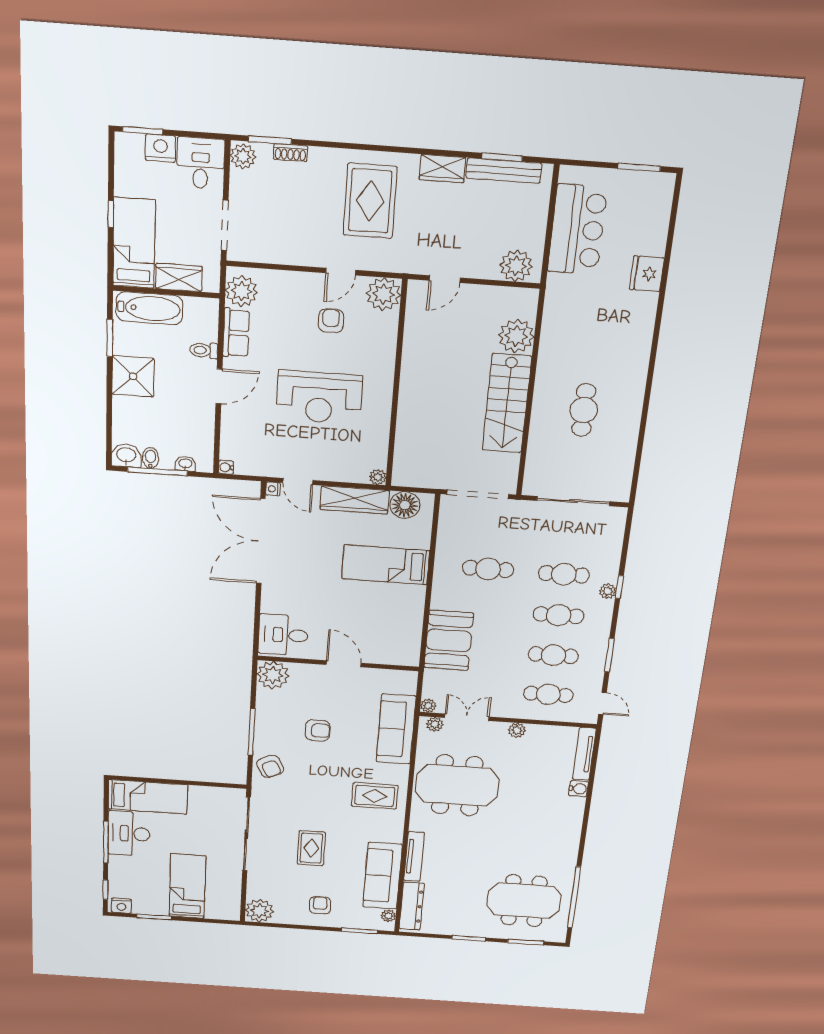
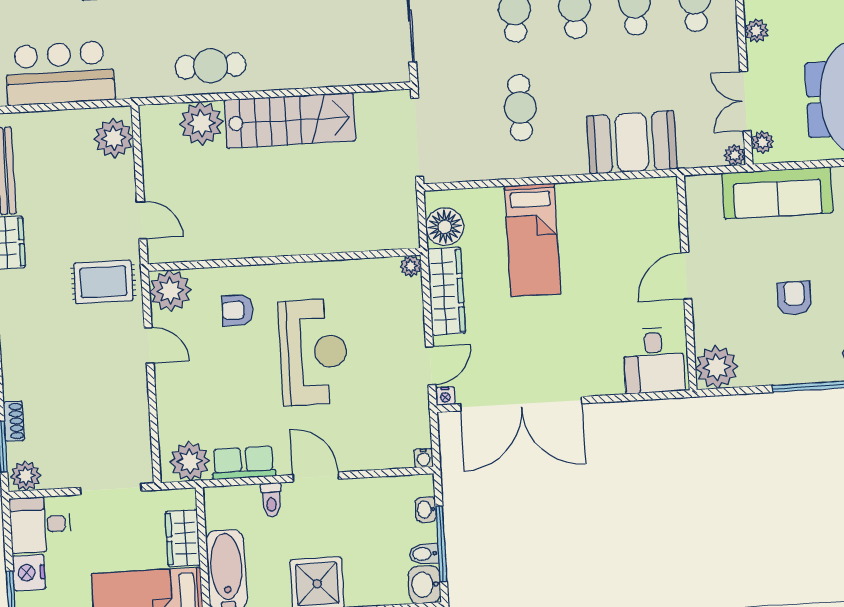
rug: (370, 201) -> (103, 282), moved, width x0.73, depth x0.70
armchair: (331, 321) -> (237, 310), moved
cafe table: (584, 410) -> (211, 66), moved

